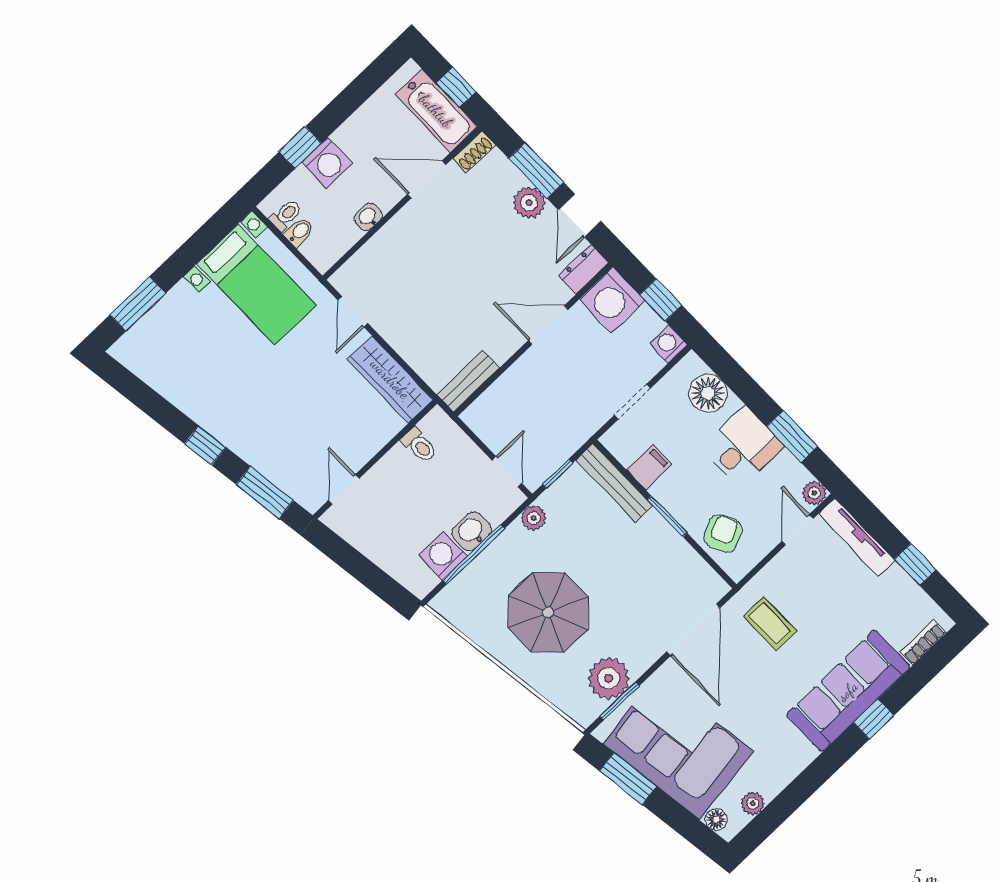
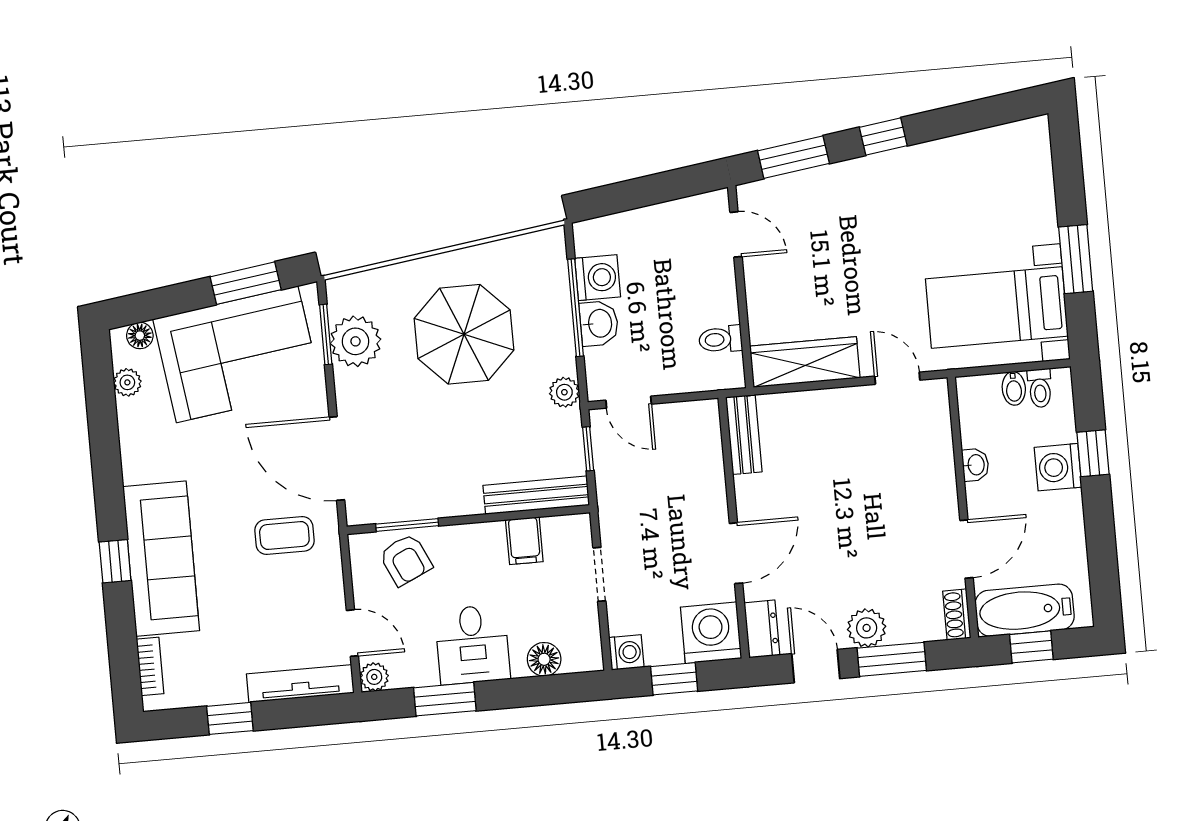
window: (138, 304) -> (1076, 259), moved
floor lamp: (708, 393) -> (544, 659), width x0.73, depth x0.73
window: (667, 516) -> (407, 525), moved

